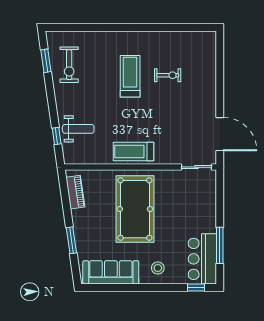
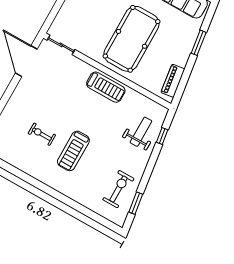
weight bench: (78, 129) -> (141, 132), turned 90

